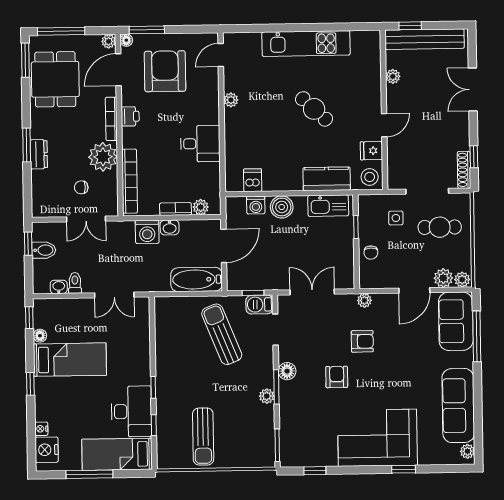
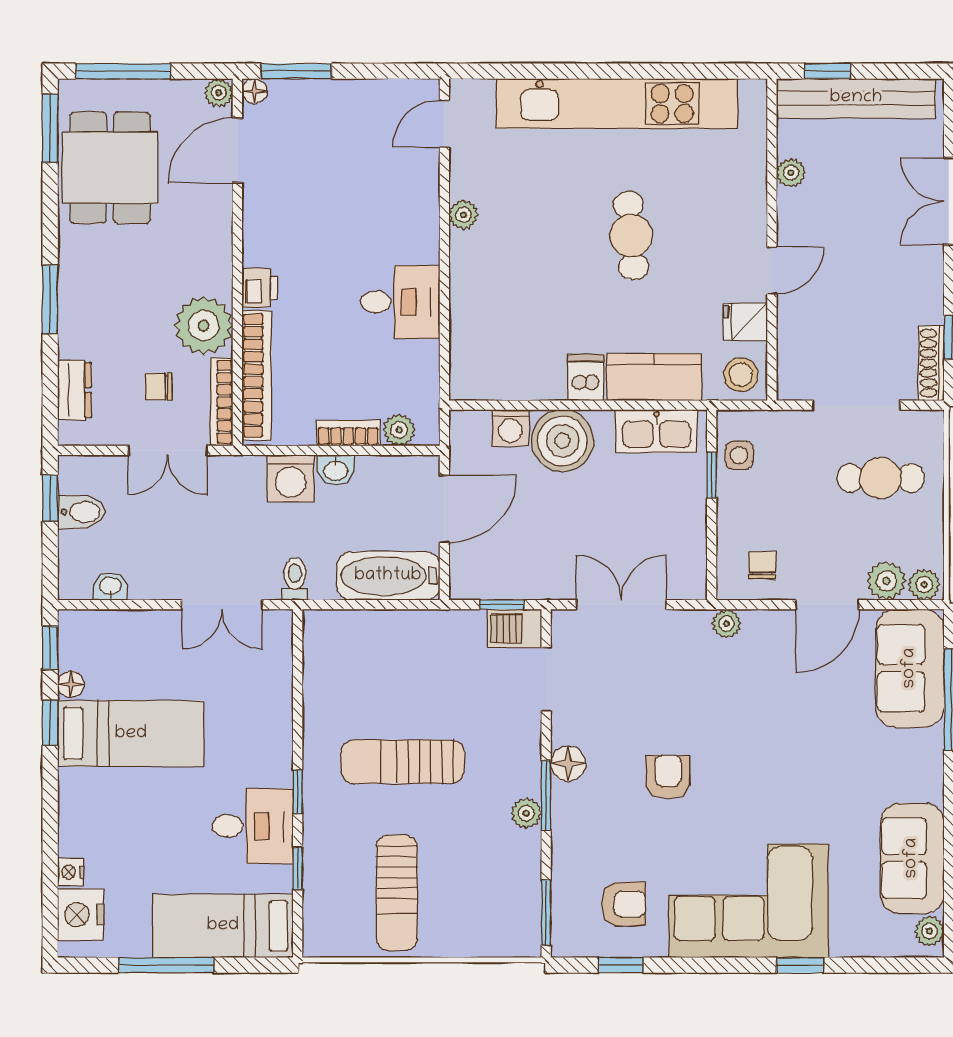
kitchen unit: (306, 44) -> (617, 104), width x1.36
armchair: (165, 71) -> (332, 155), removed
cafe table: (314, 109) -> (631, 236), turned 42
printer: (130, 116) -> (260, 288), moved
bookcase: (111, 119) -> (222, 402), moved
dresser: (39, 154) -> (74, 390), moved
dishwasher: (253, 180) -> (586, 378), moved
boiler: (282, 207) -> (562, 441), width x1.37, depth x1.37
side table: (396, 218) -> (739, 455), moved
chair: (371, 253) -> (762, 565), moved, turned 180
toilet: (75, 283) -> (295, 579), moved
sun lounger: (222, 334) -> (403, 762), moved, turned -68
armchair: (362, 341) -> (624, 904), moved
window: (30, 384) -> (50, 723), moved
sofa: (458, 406) -> (912, 858), width x0.73
desk: (131, 411) -> (253, 826), width x0.73

